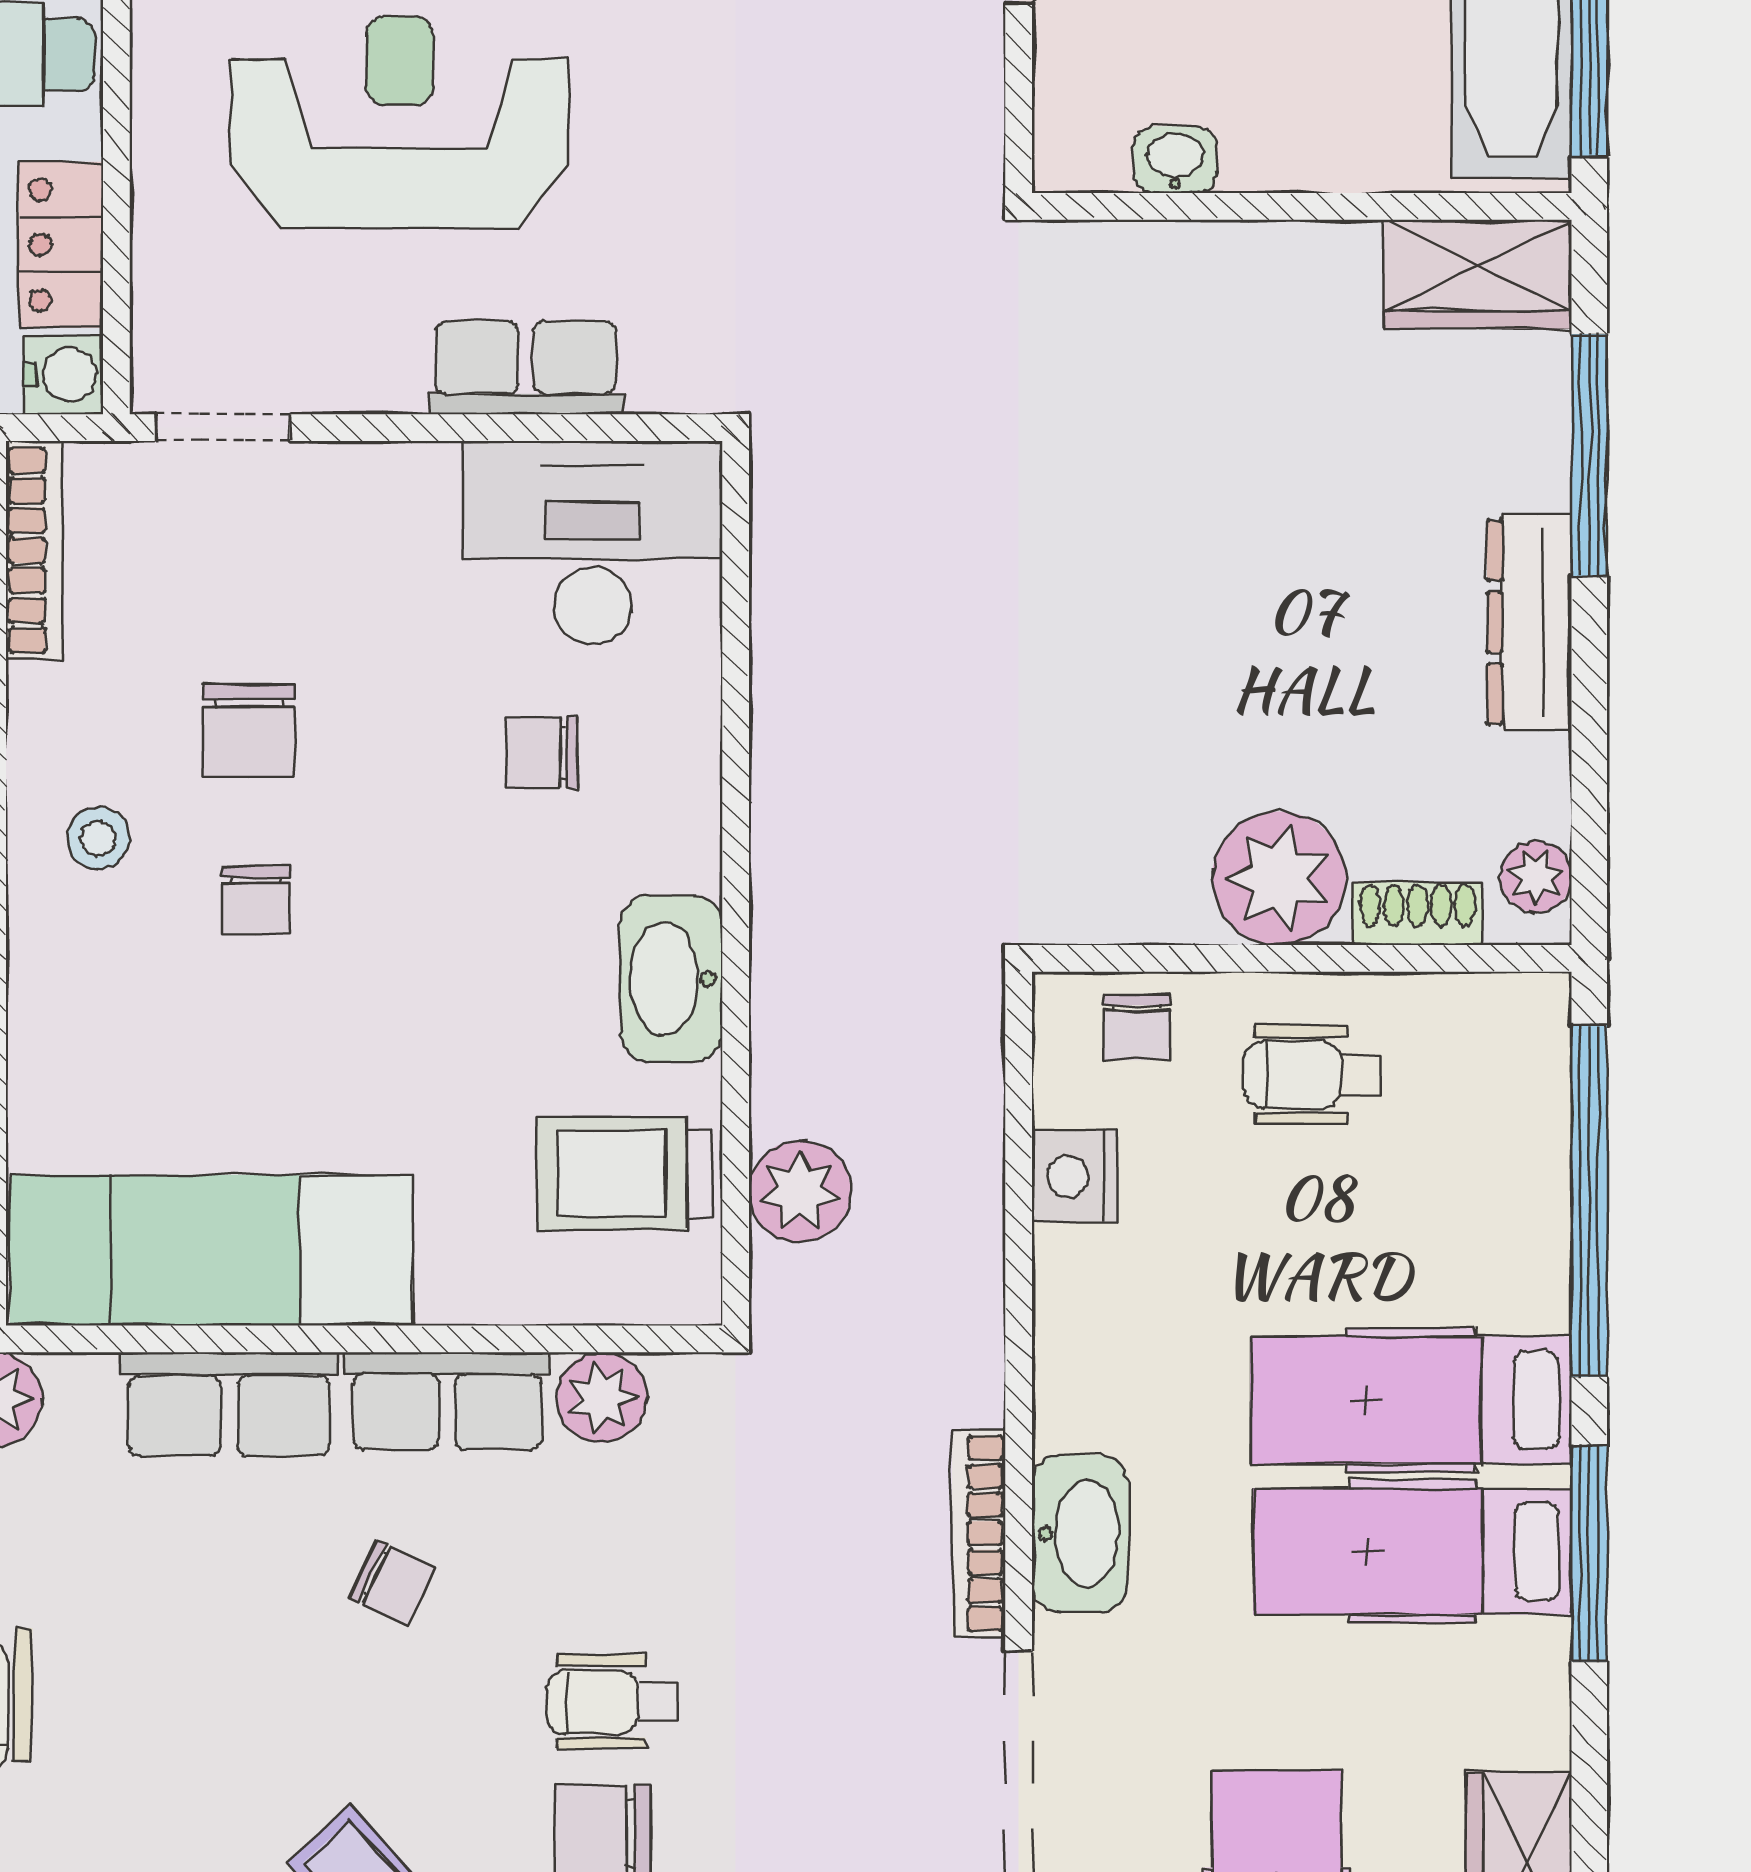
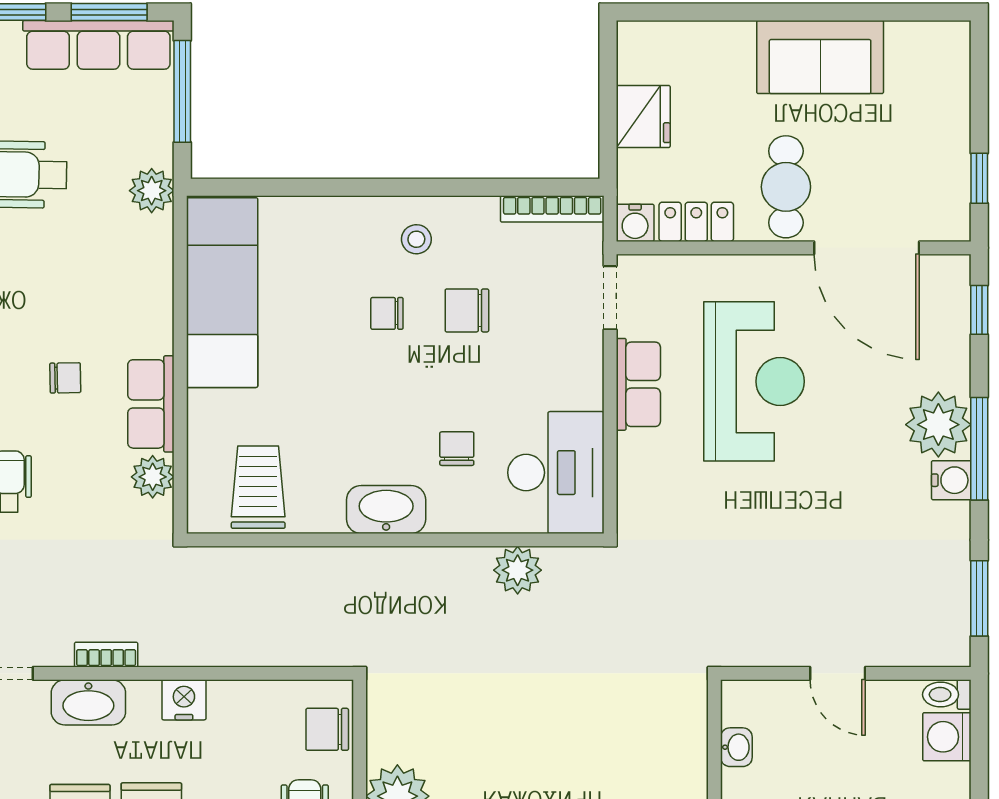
row of seats: (526, 368) -> (638, 384), moved
washbasin: (671, 979) -> (386, 510), moved
chair: (1137, 1027) -> (327, 729), width x1.37, depth x1.37
nightstand: (1075, 1176) -> (184, 700), moved
plant: (800, 1191) -> (518, 570), moved
row of seats: (229, 1404) -> (149, 301), removed
bookcase: (979, 1533) -> (106, 655), width x0.64
chair: (392, 1583) -> (65, 378), turned -117

